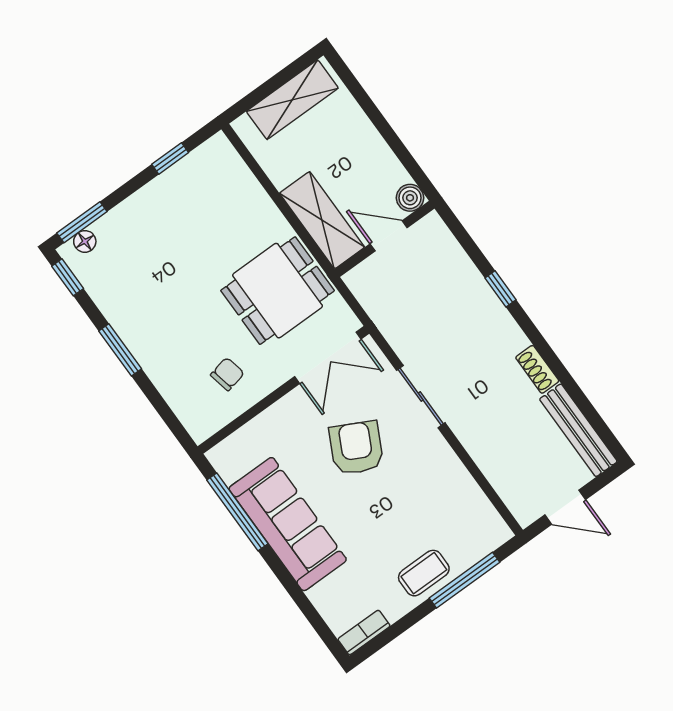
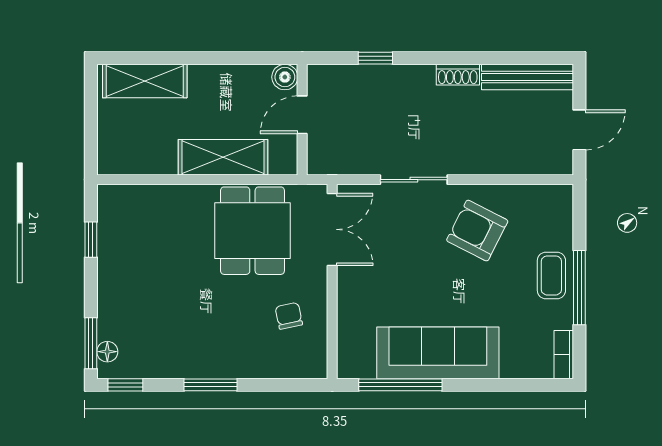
shelving: (292, 100) -> (145, 81), moved, turned 90
boiler: (410, 198) -> (285, 77), moved
door: (389, 236) -> (302, 115), moved
wall: (384, 239) -> (302, 120), moved
armchair: (356, 448) -> (477, 231), moved
window: (464, 580) -> (579, 288), moved

